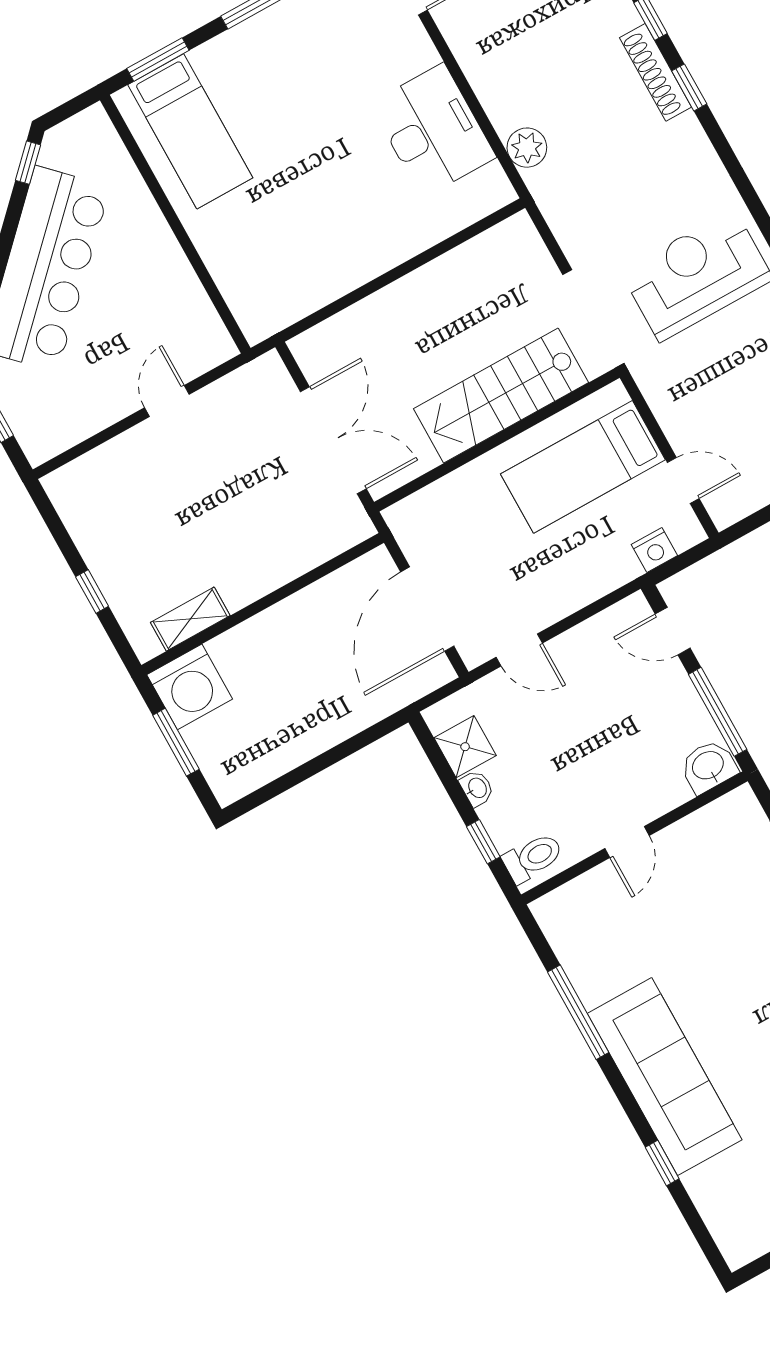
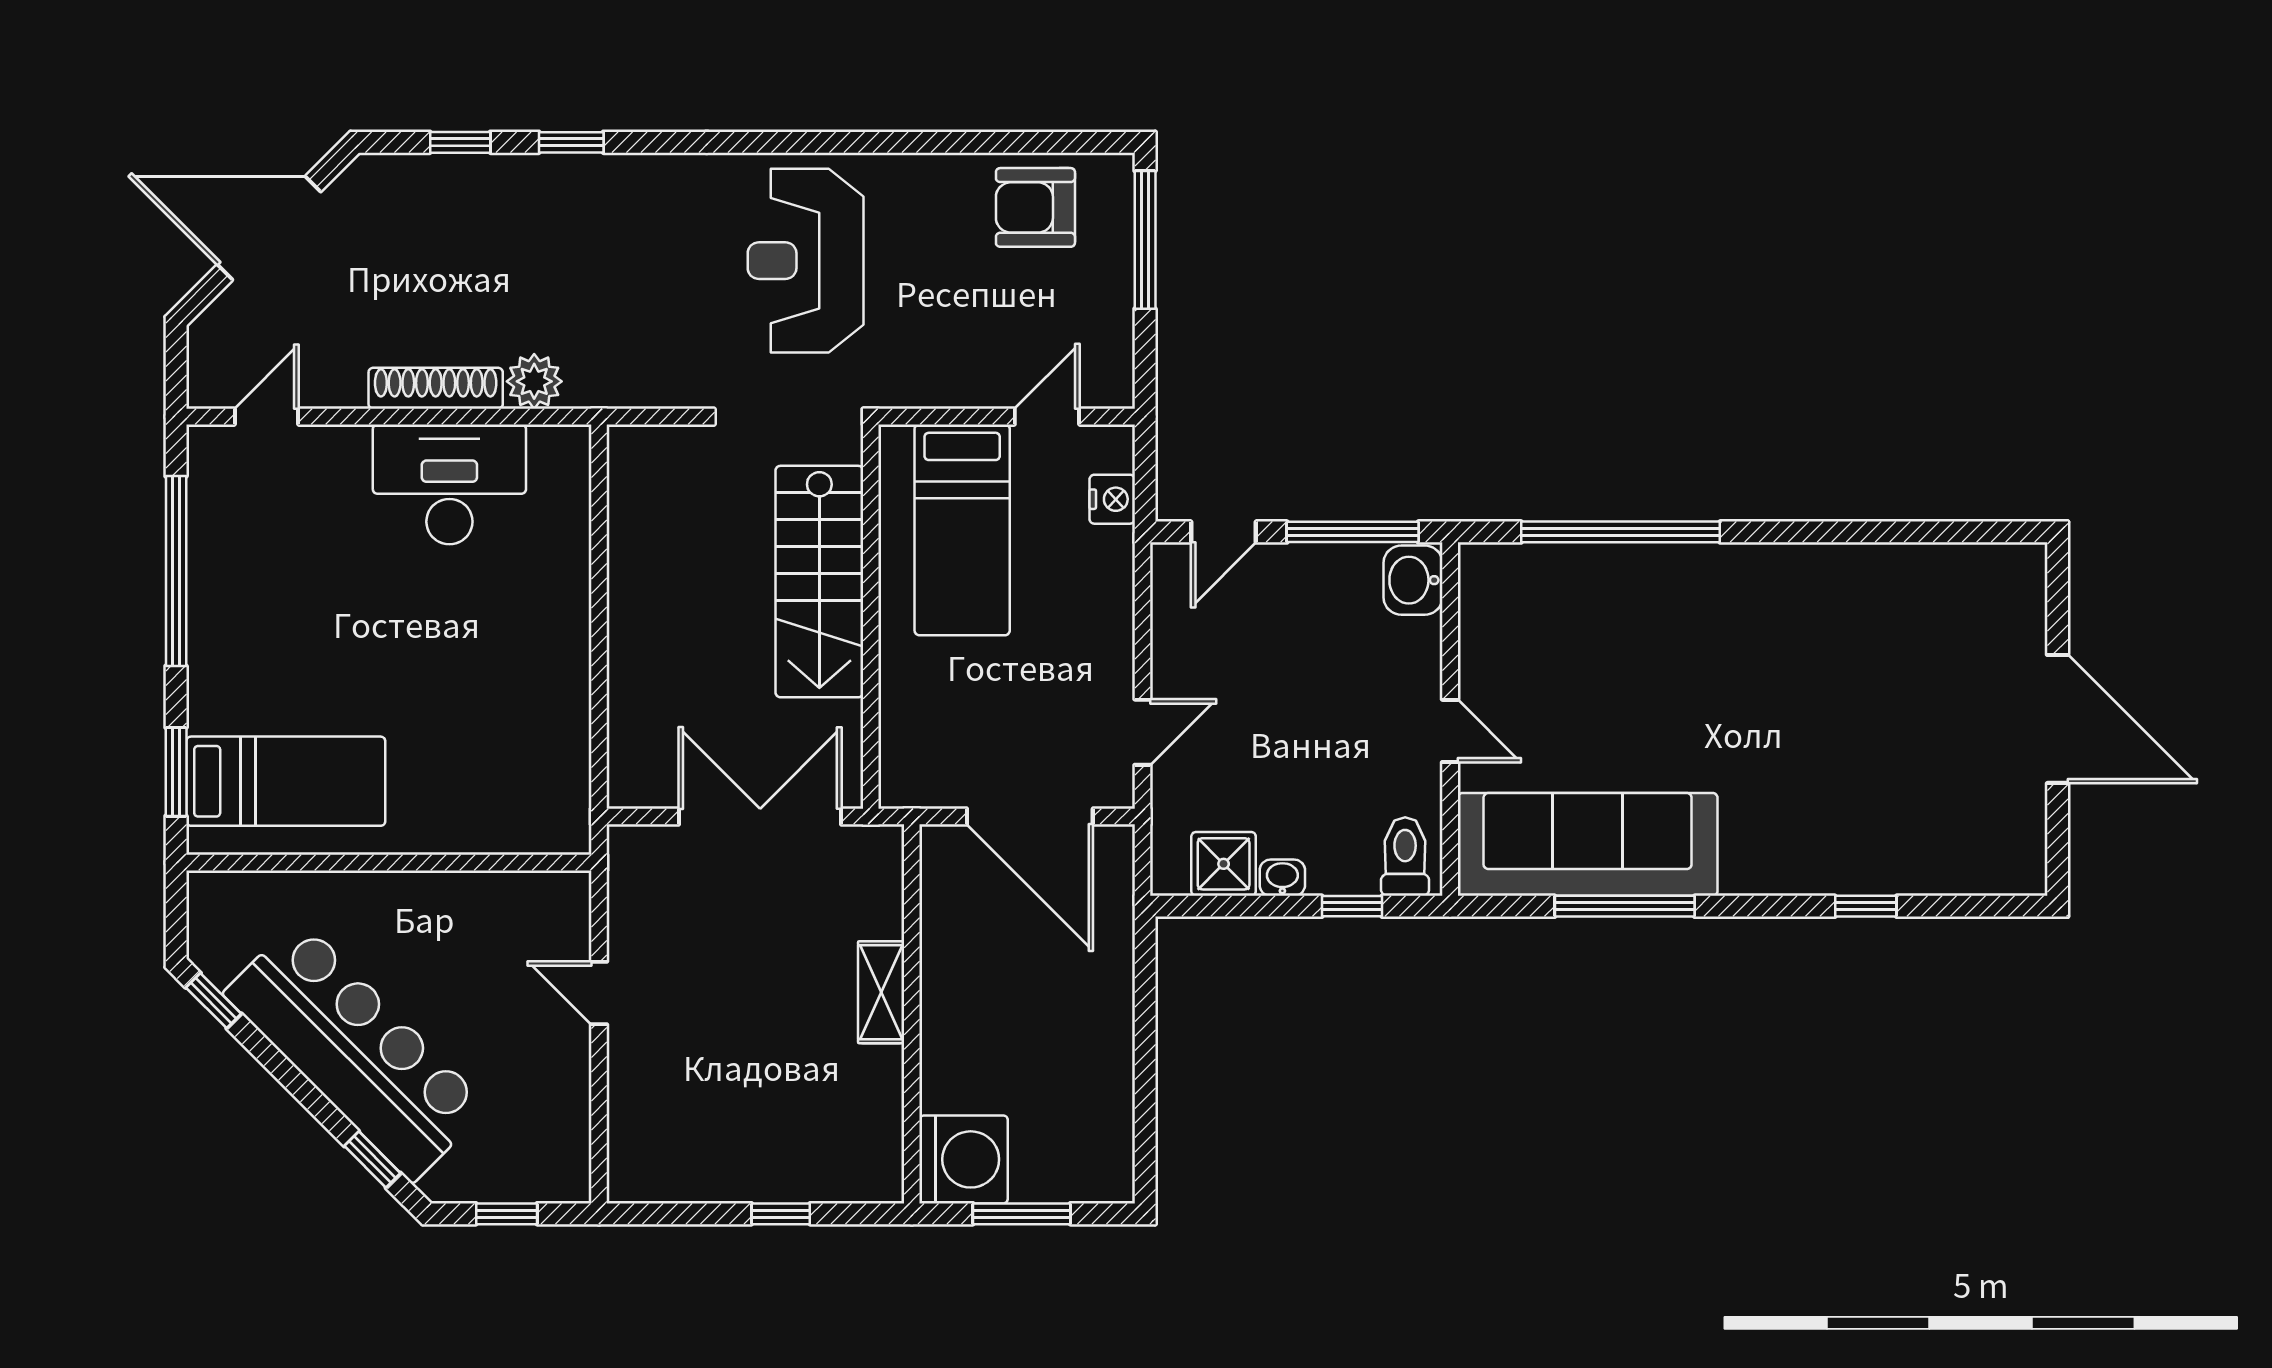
shoe rack: (655, 72) -> (436, 388), moved, turned 180
shelving: (190, 619) -> (881, 992), moved
sofa: (665, 1077) -> (1588, 844), moved

